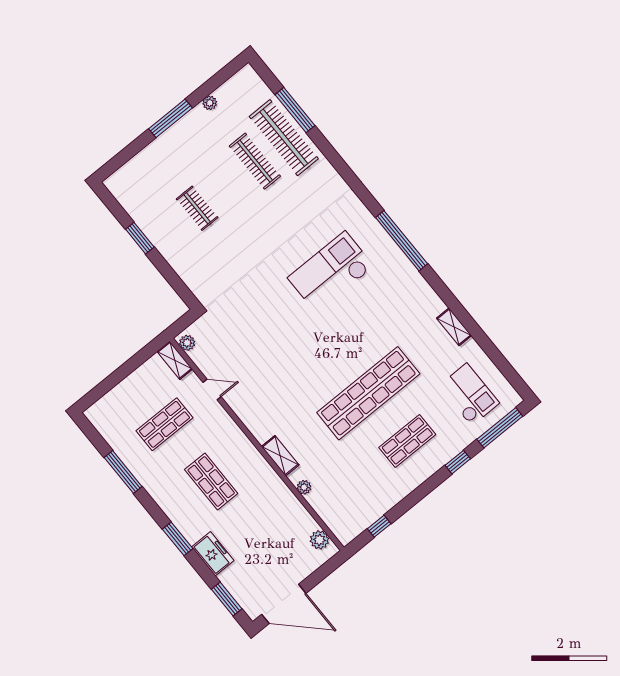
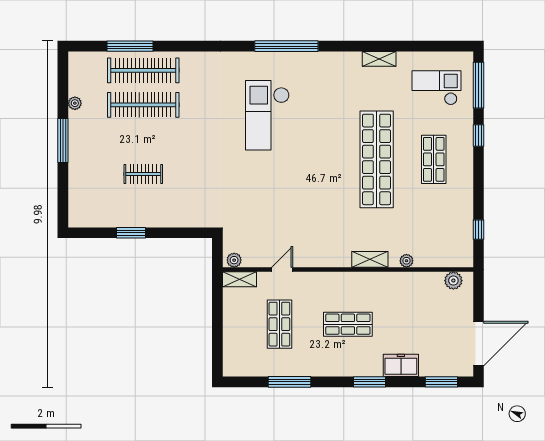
clothes rail: (255, 161) -> (143, 105), width x1.37, depth x1.31

